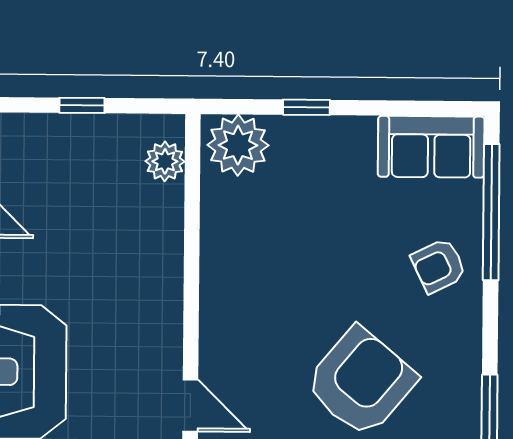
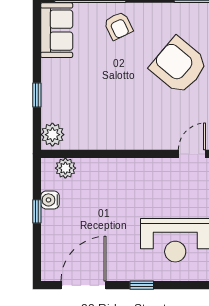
water cooler: (104, 131) -> (50, 200), added
plant: (238, 145) -> (52, 135), width x0.73, depth x0.73

